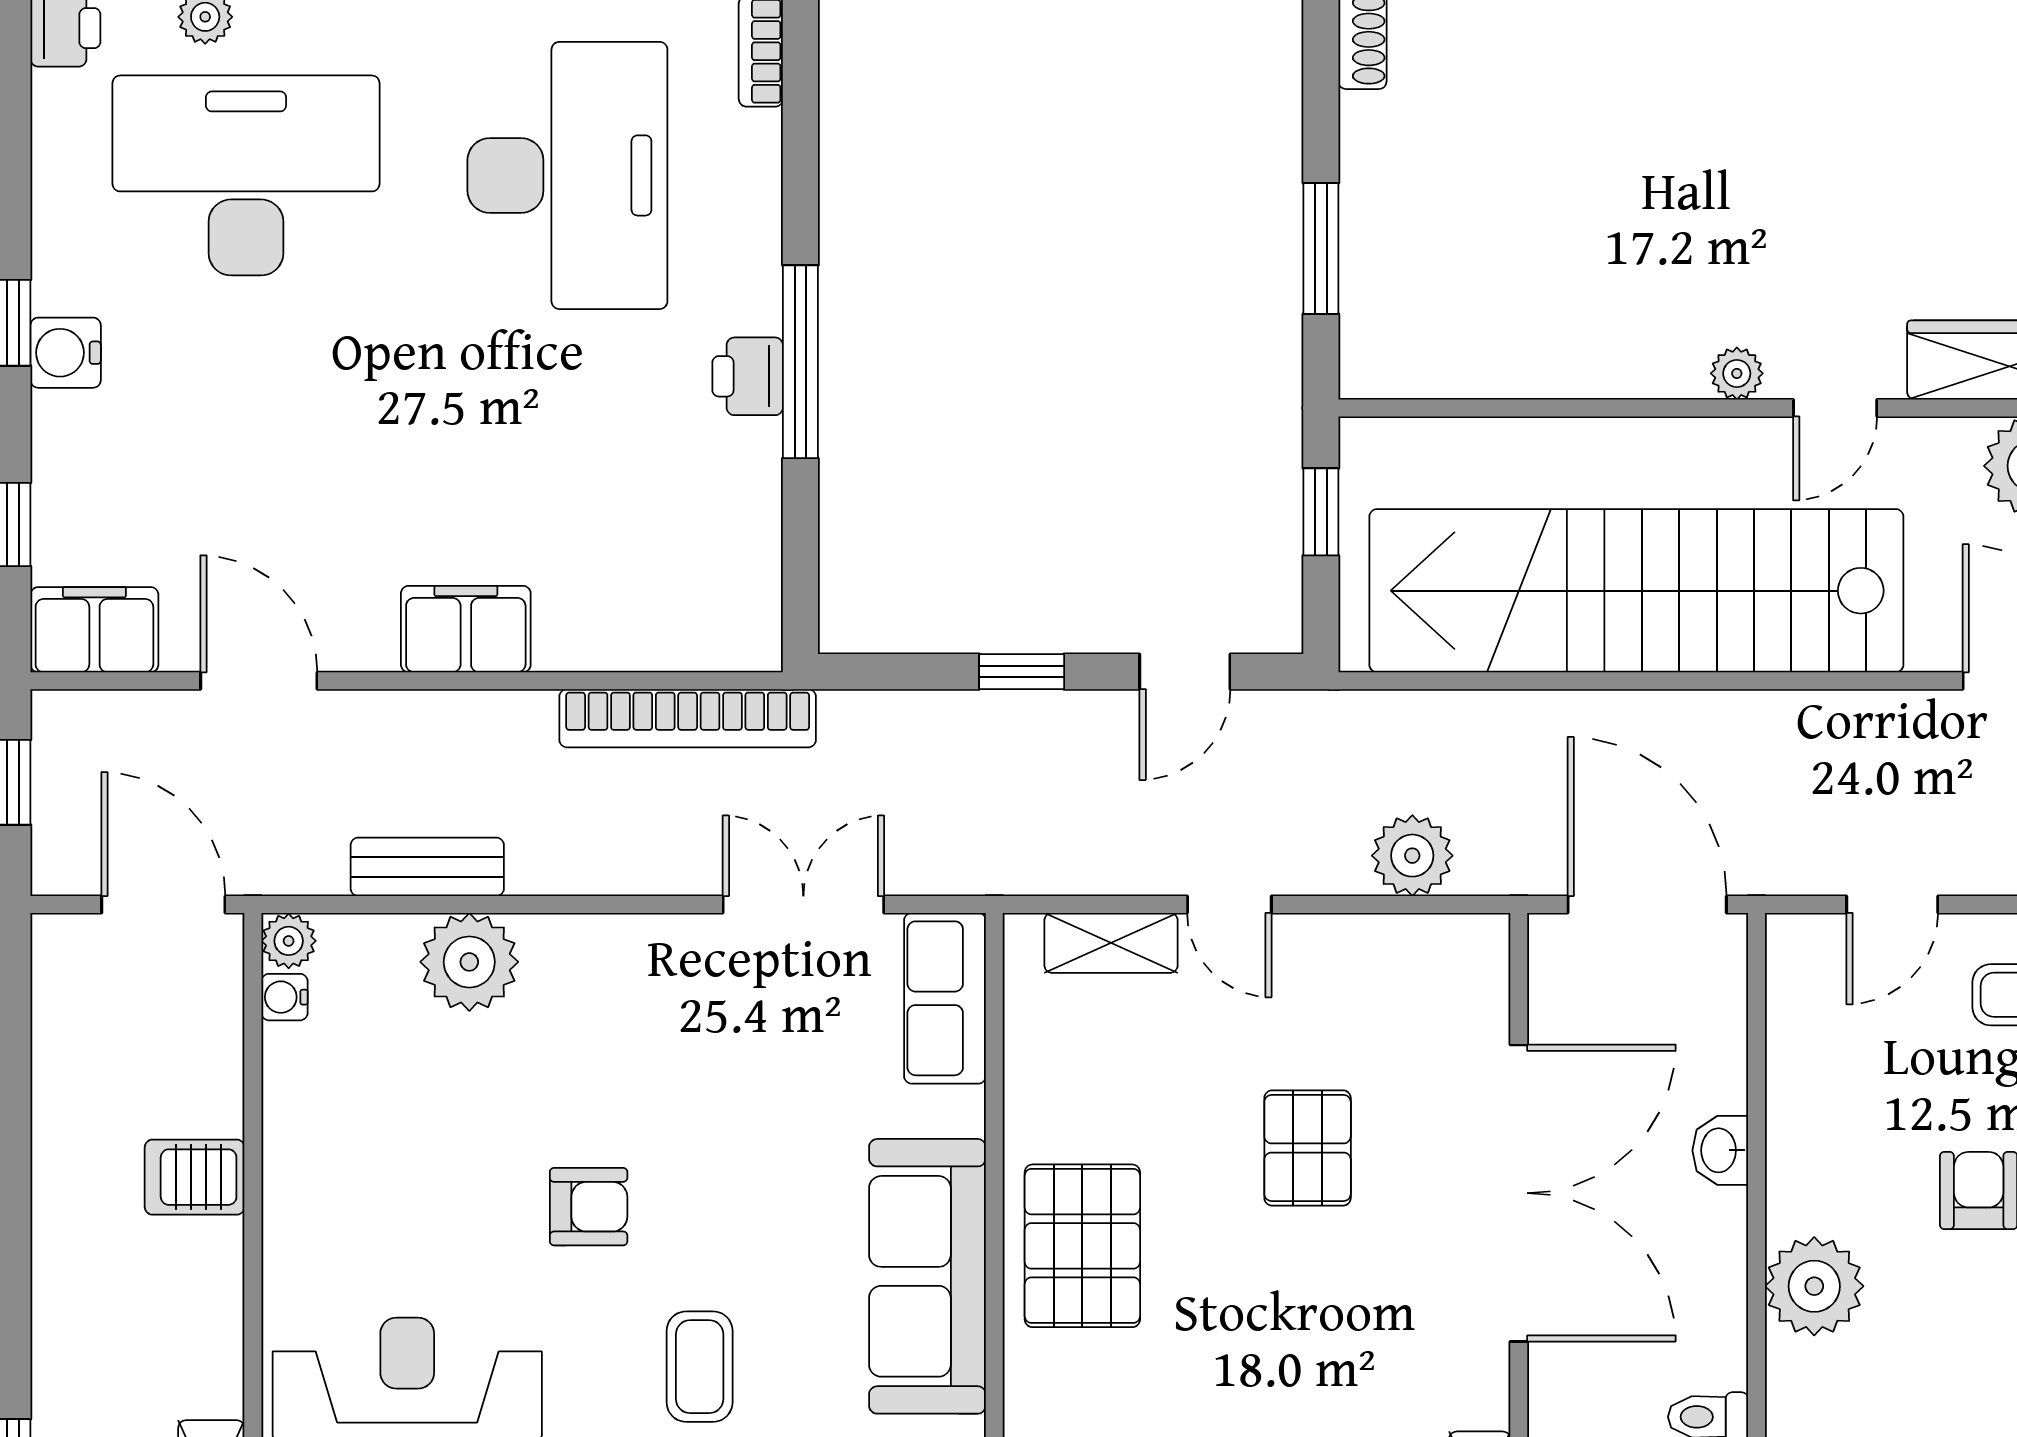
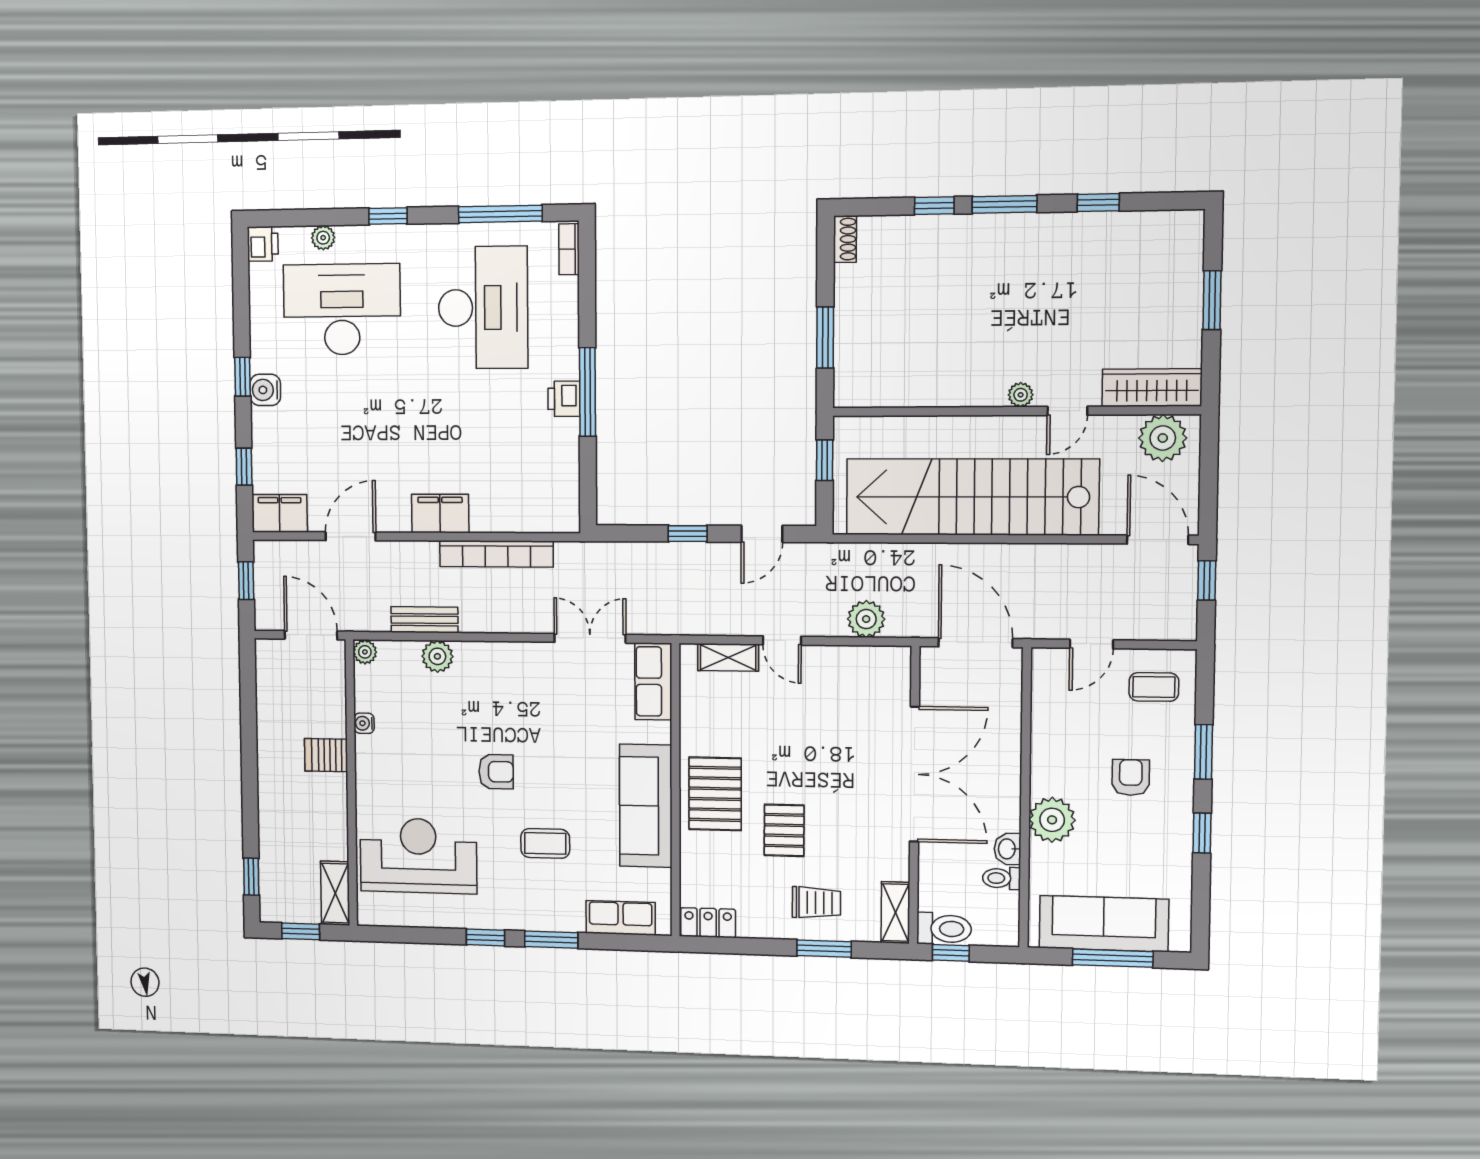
door: (259, 681) -> (351, 536), hinge flipped
bookcase: (688, 718) -> (496, 554), moved
plant: (469, 962) -> (437, 656), width x0.73, depth x0.73
water cooler: (285, 997) -> (364, 723), moved
pallet: (1308, 1148) -> (784, 830), moved
washbasin: (1720, 1150) -> (1008, 849), moved
coffee table: (700, 1367) -> (545, 843), turned 90

